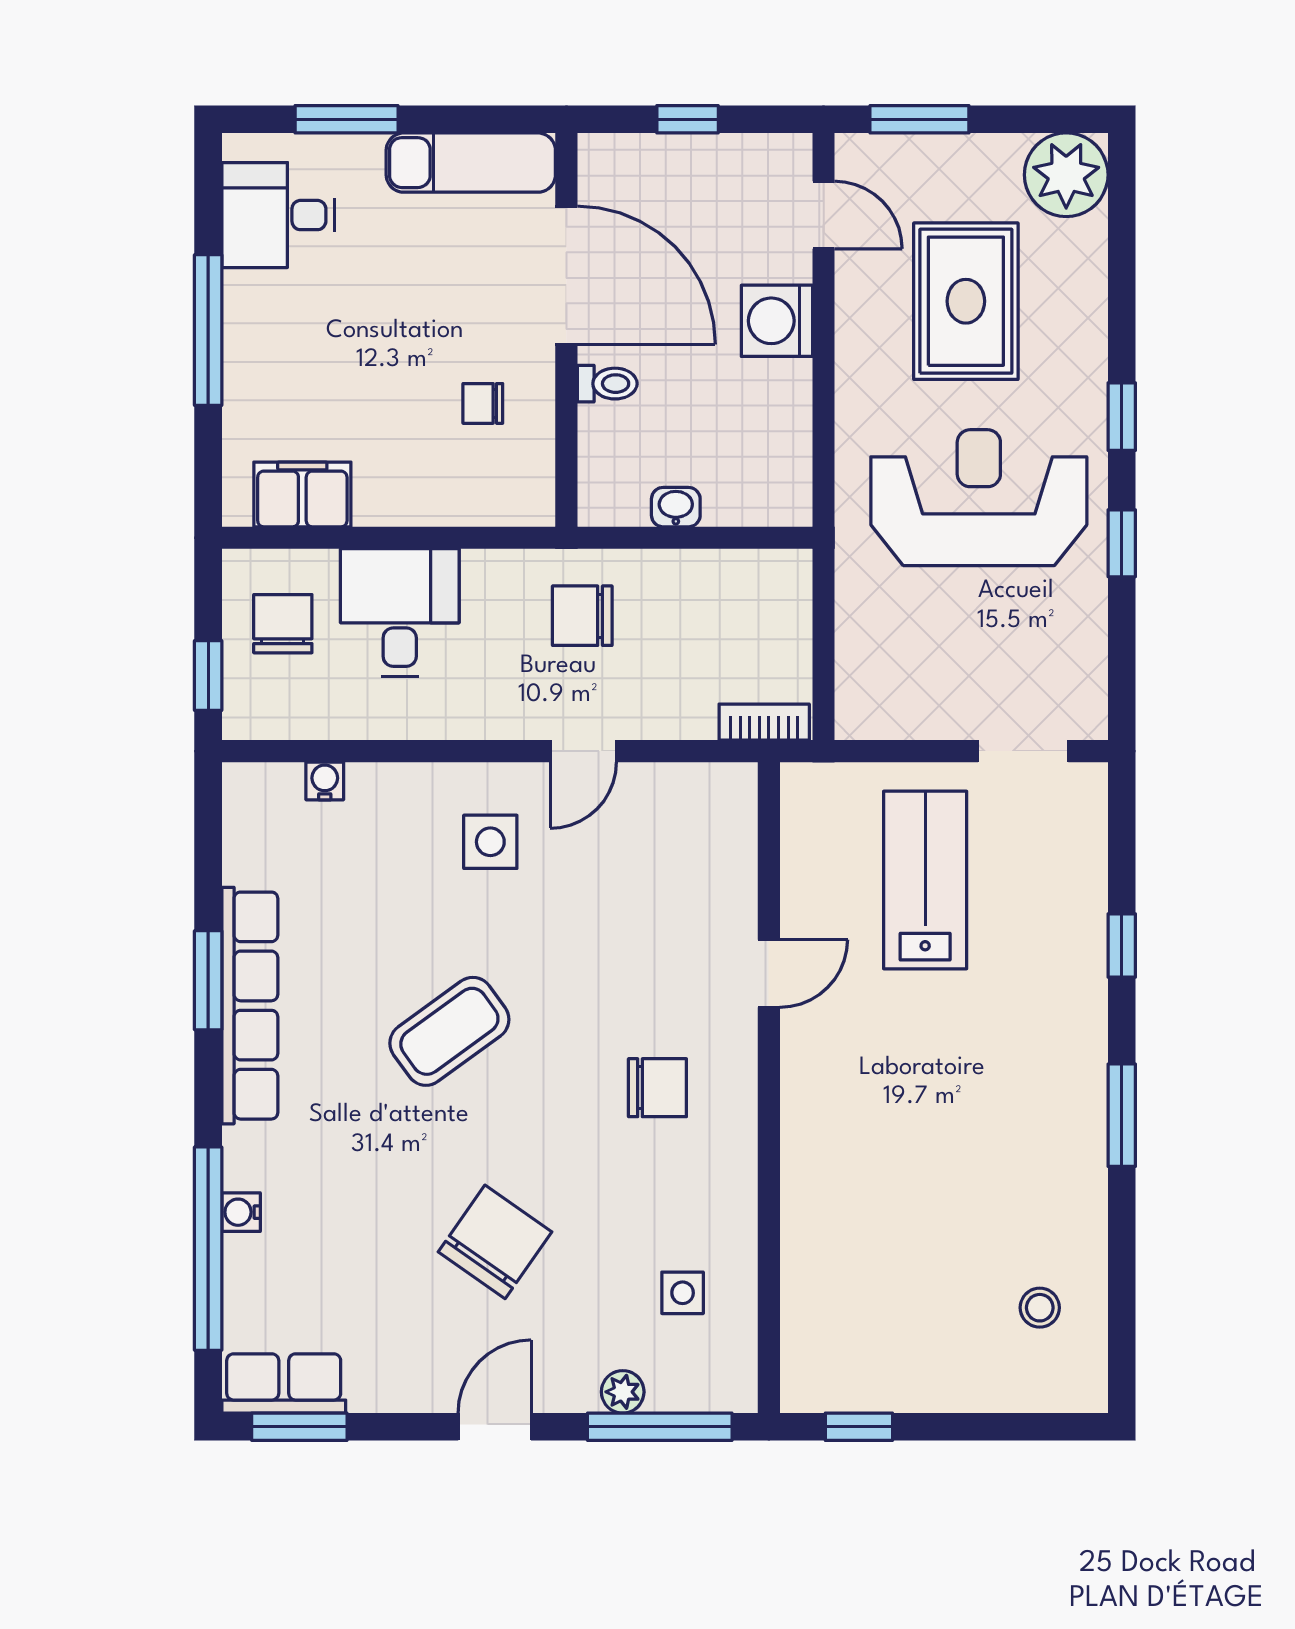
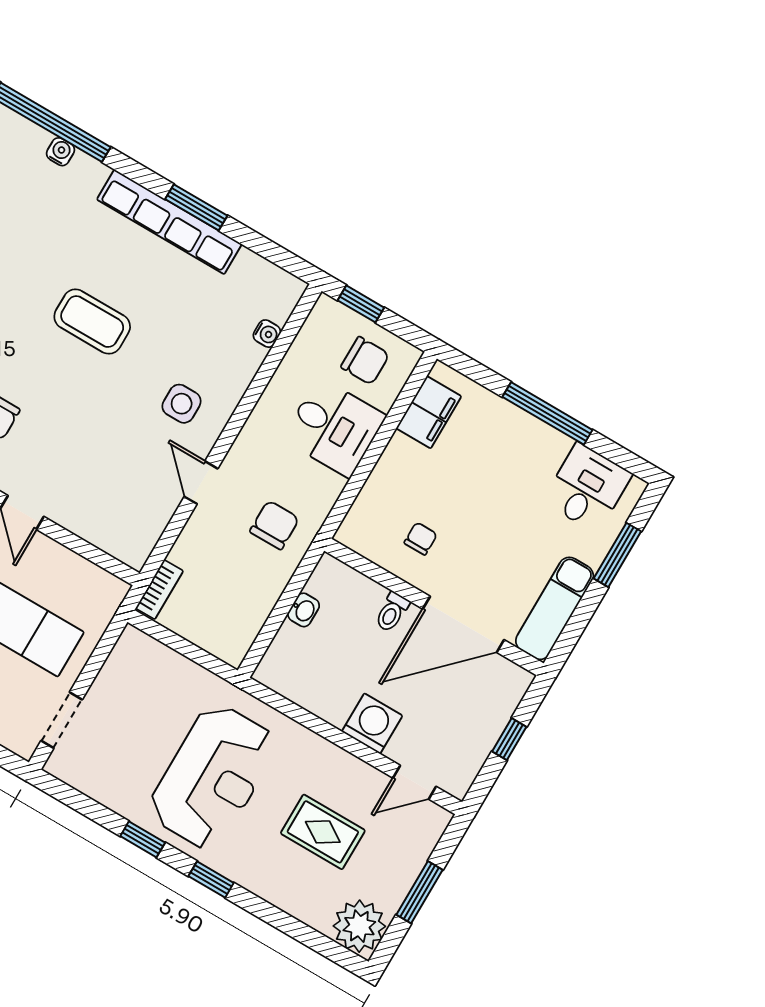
window: (919, 119) -> (420, 892), moved
rug: (966, 301) -> (323, 832), width x0.73, depth x0.70
coffee table: (449, 1031) -> (92, 322), turned -54

